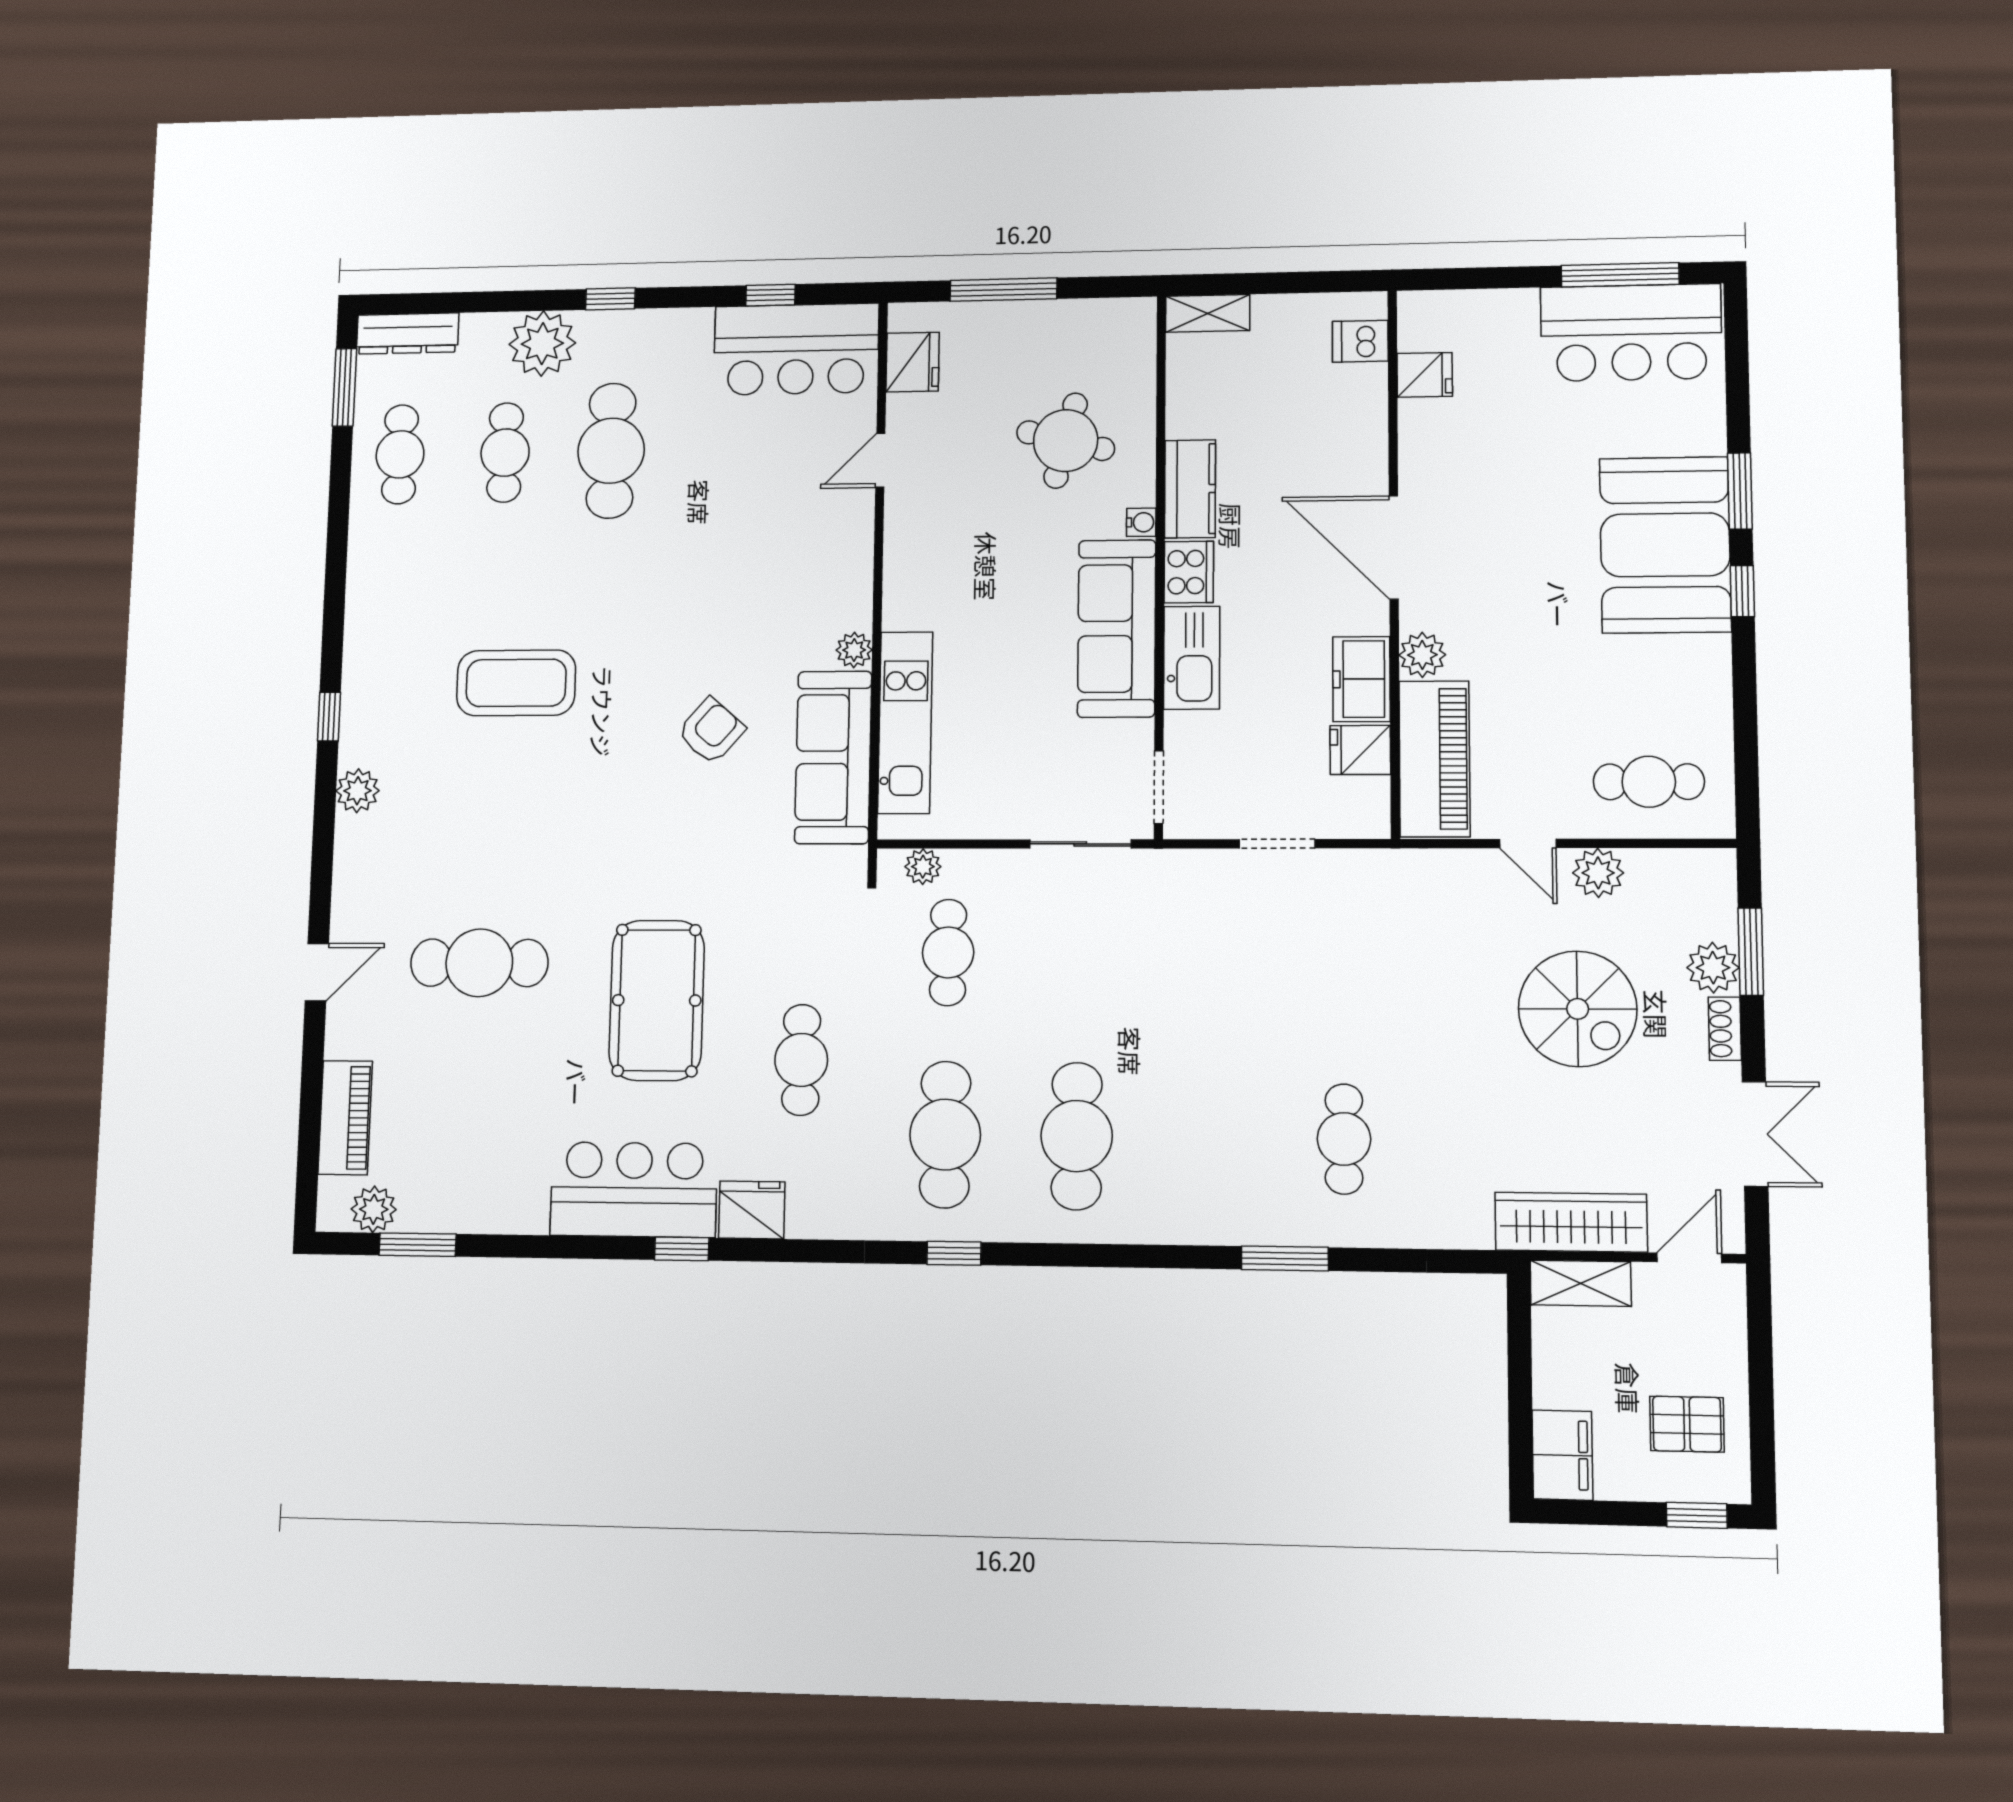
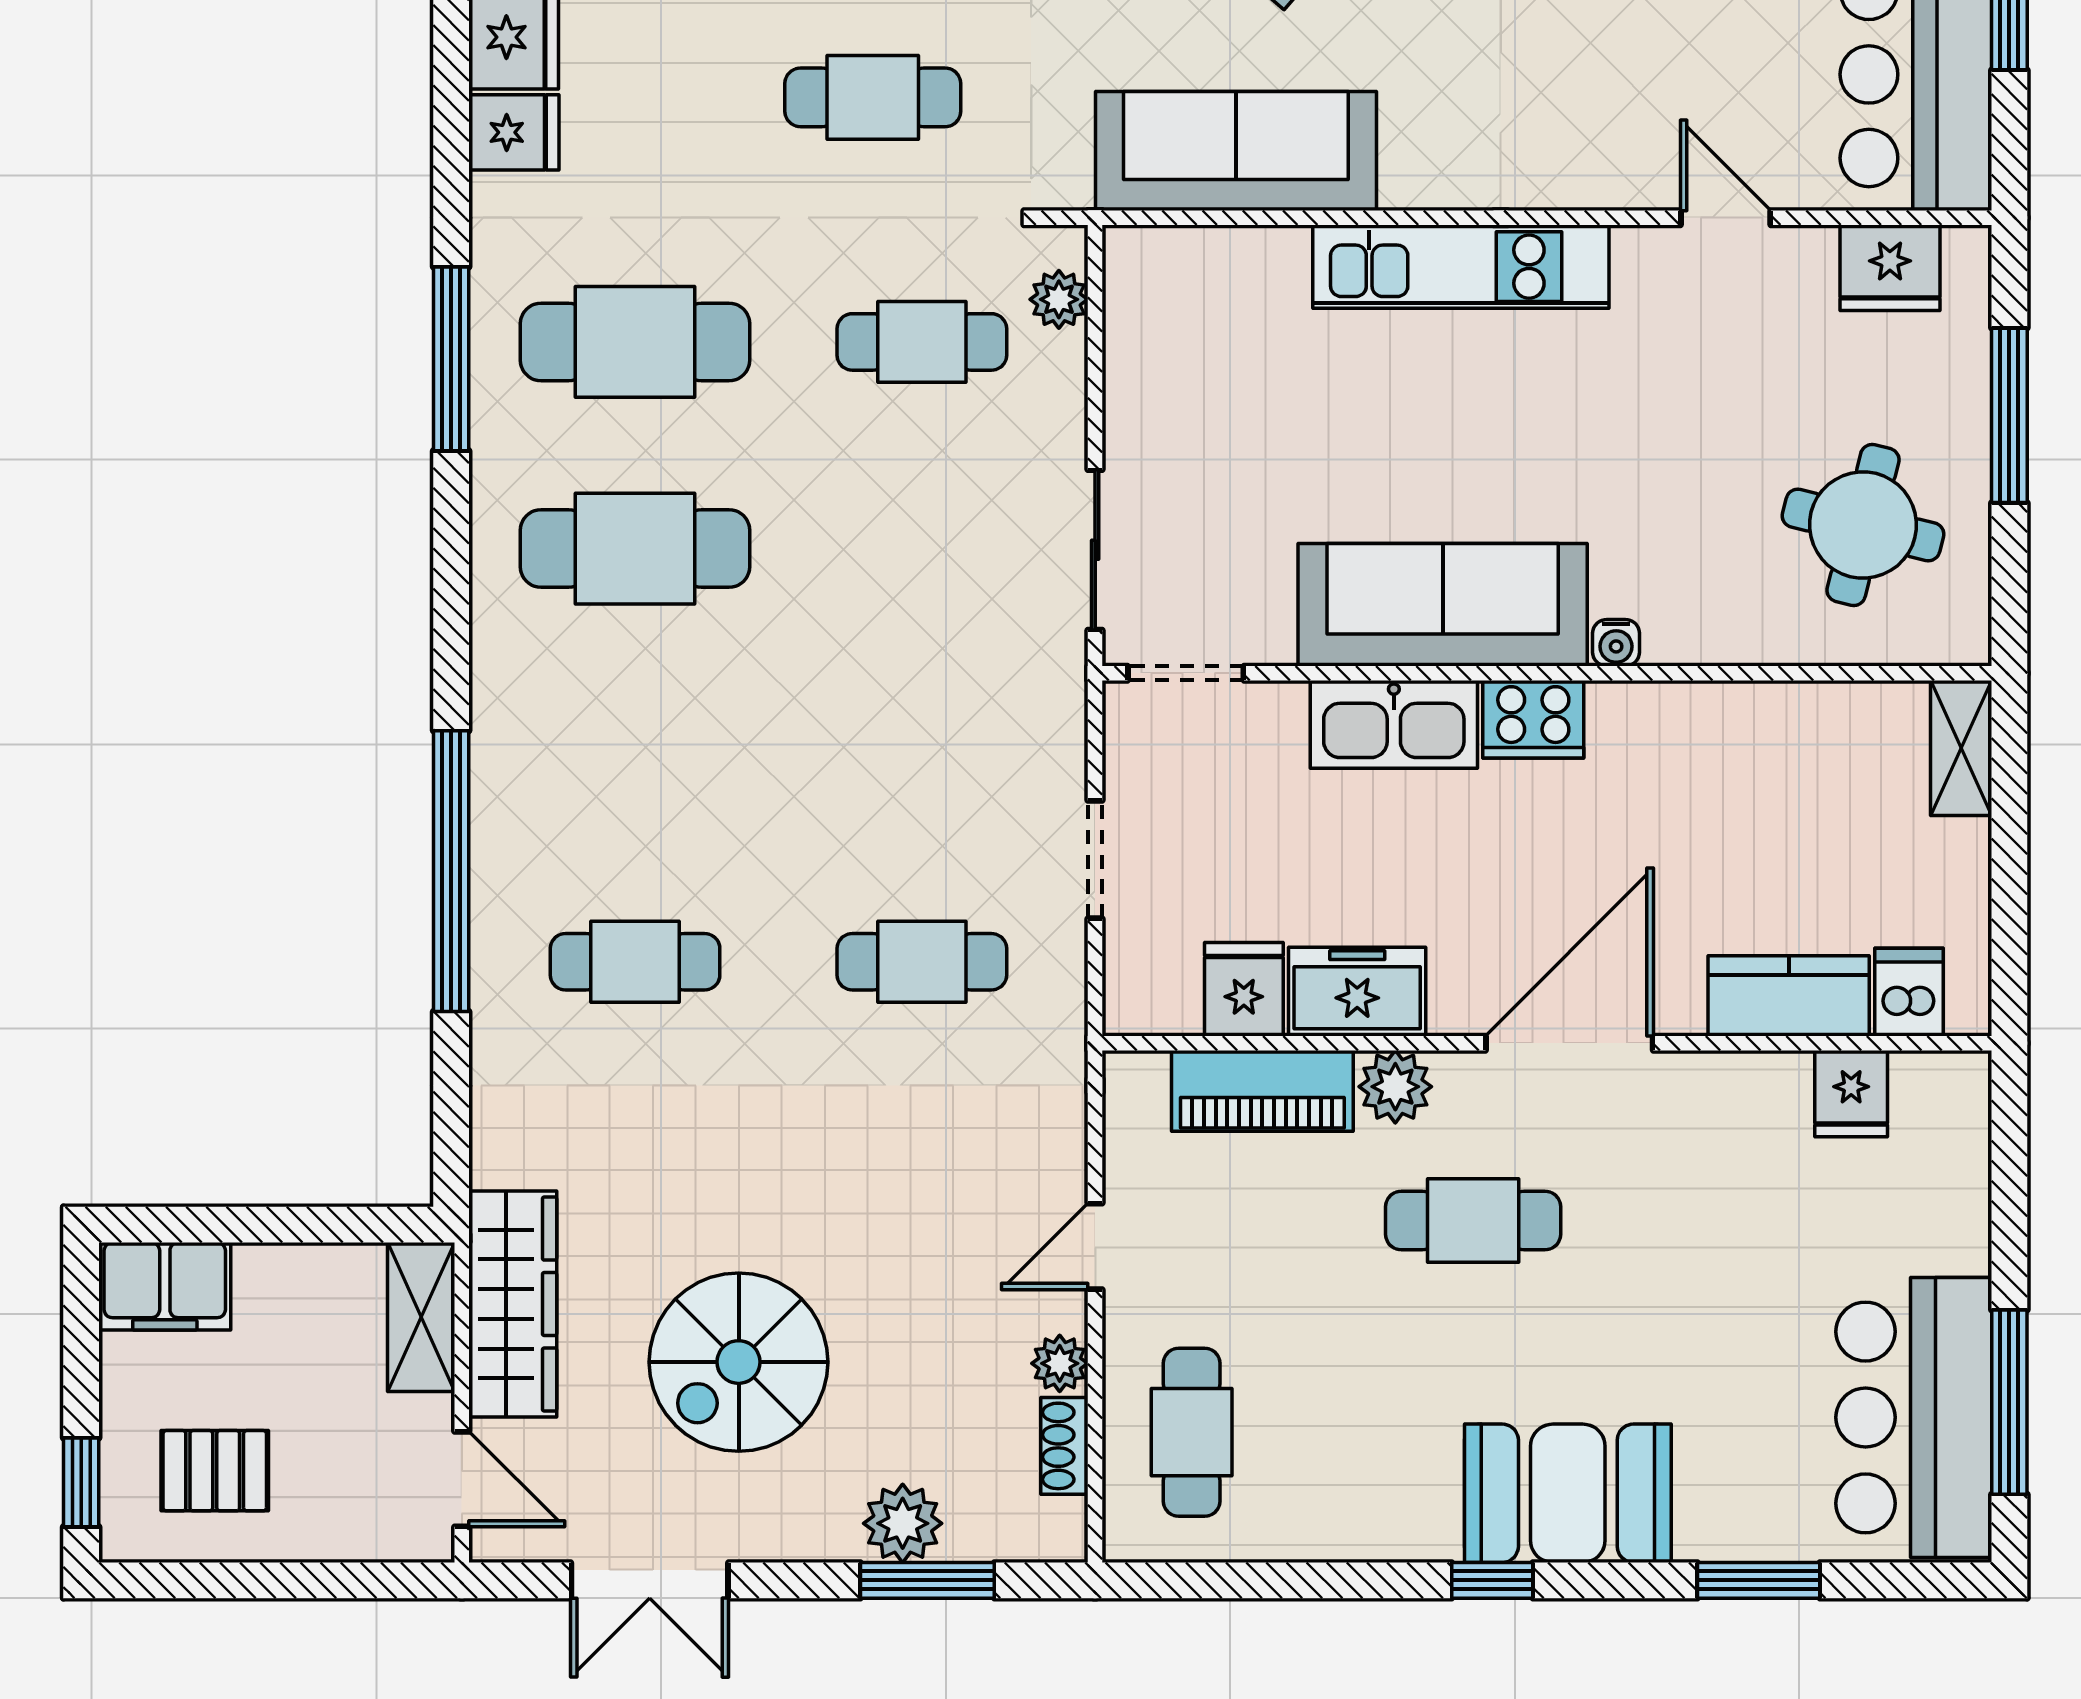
round table: (1066, 441) -> (1863, 525), moved
kitchen counter: (1190, 489) -> (1789, 996), moved, turned 180
window: (1740, 491) -> (1759, 1580), moved
booth: (1665, 545) -> (1568, 1493), width x0.73, depth x0.70
cafe table: (1508, 606) -> (1473, 1221), added
plant: (854, 650) -> (1411, 181), removed
kitchen unit: (905, 723) -> (1461, 267), moved
piano: (1434, 759) -> (1262, 1091), width x0.73, depth x0.75
plant: (1598, 873) -> (1060, 1363), width x0.73, depth x0.73
cafe table: (1343, 954) -> (922, 962), added
spiral stairs: (1578, 1009) -> (739, 1362), moved
shoe rack: (1725, 1029) -> (1064, 1446), moved, turned -90
cafe table: (801, 1060) -> (873, 97), moved
fridge: (812, 1211) -> (514, 132), added
window: (954, 1253) -> (451, 359), width x2.17
window: (1285, 1259) -> (451, 871), width x2.11
pallet: (1687, 1424) -> (215, 1471), turned 90

